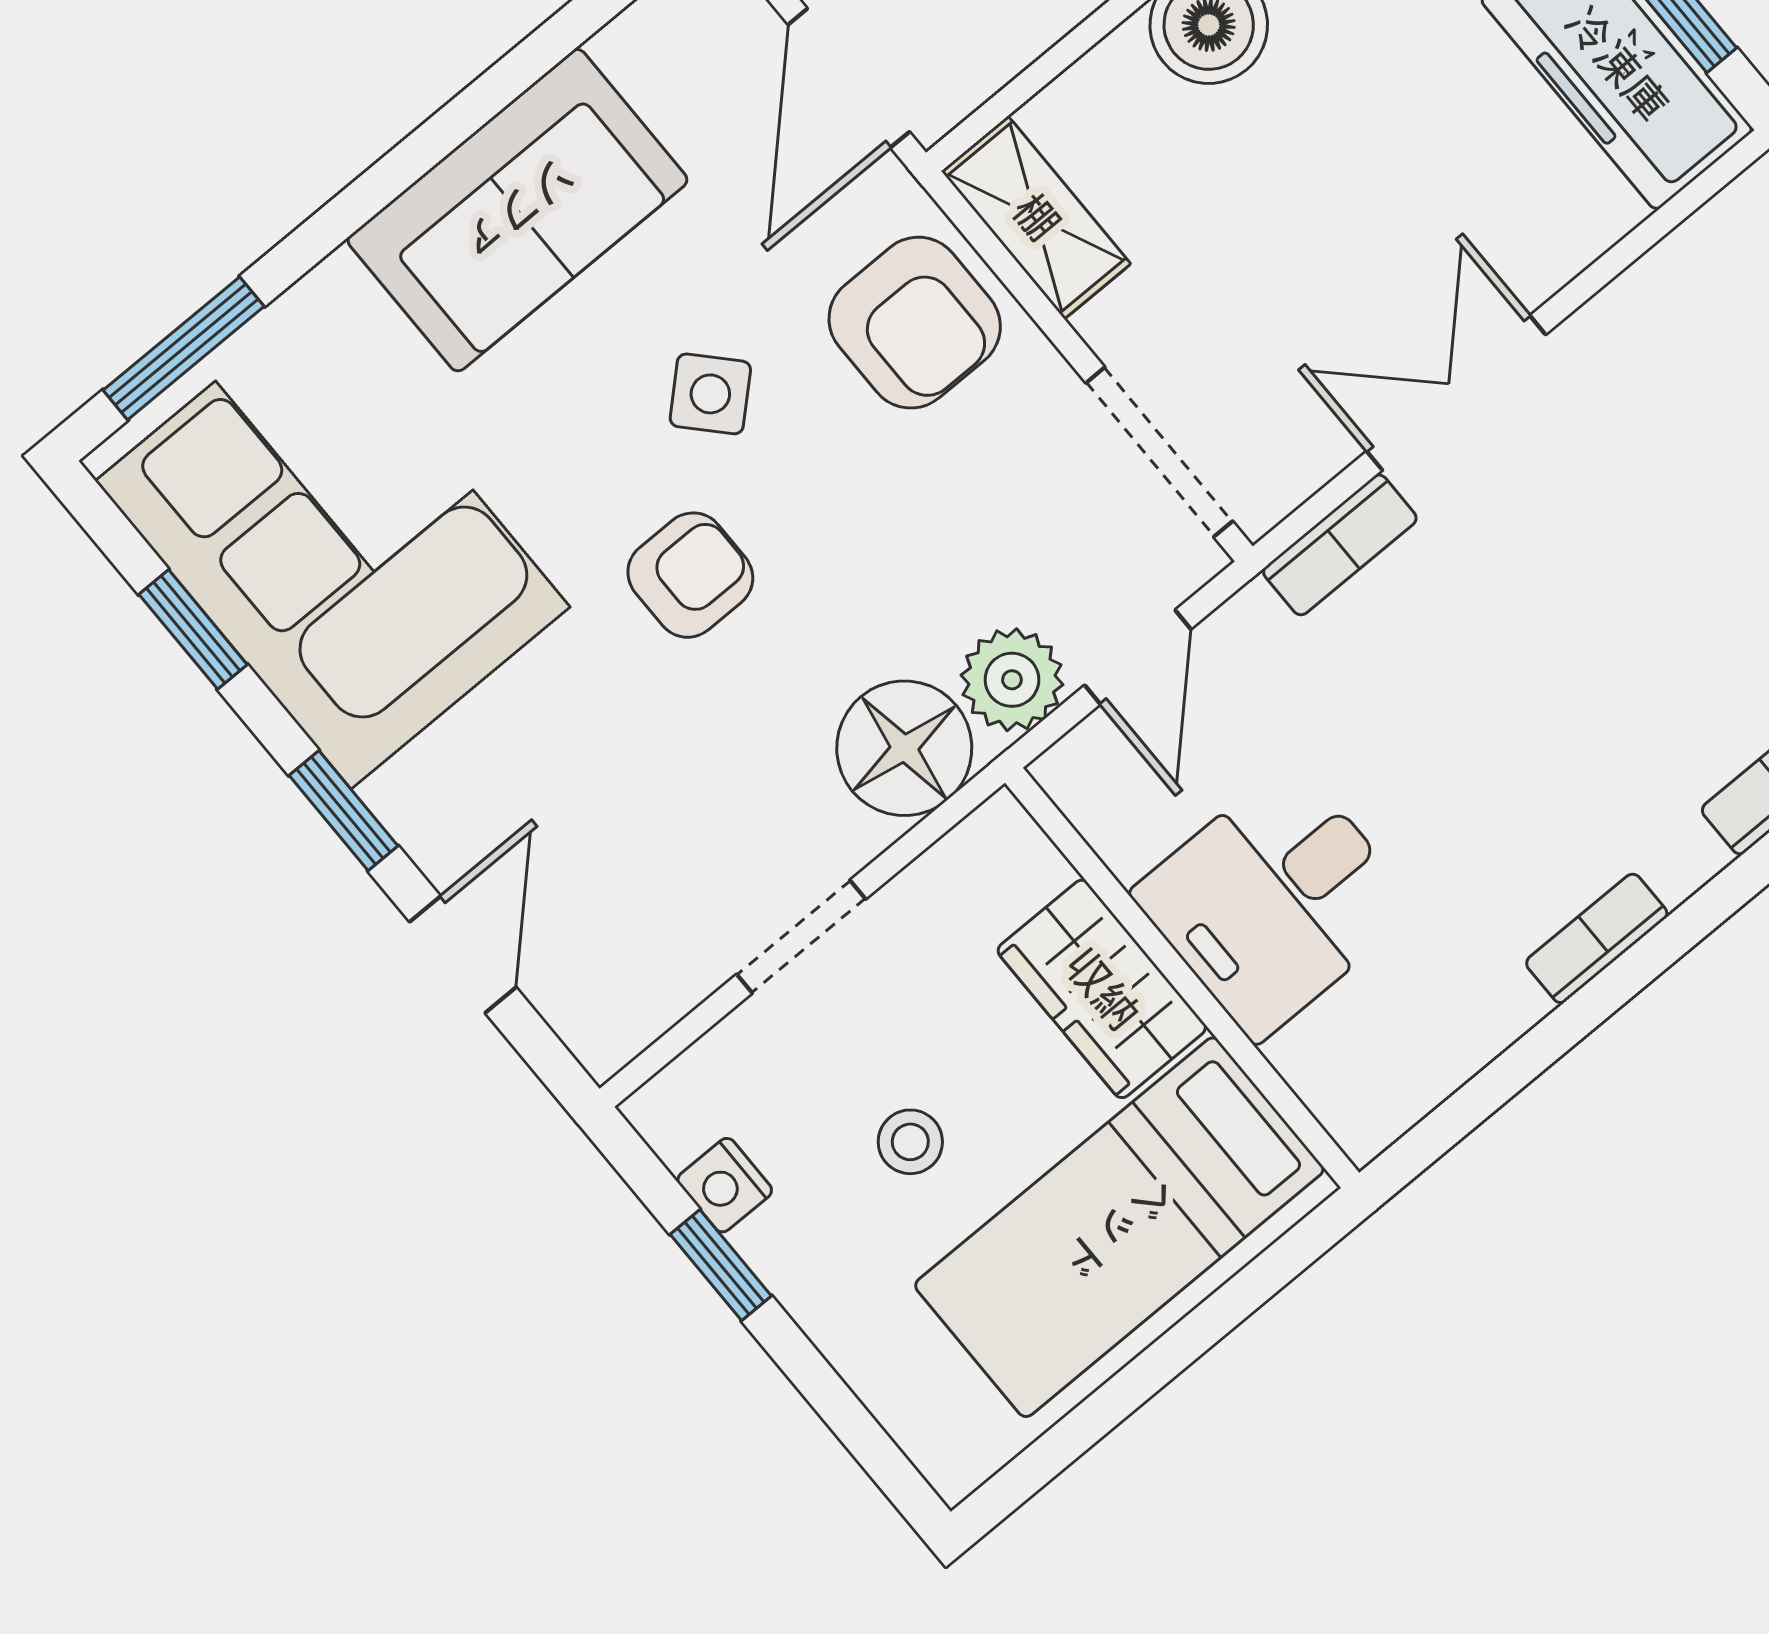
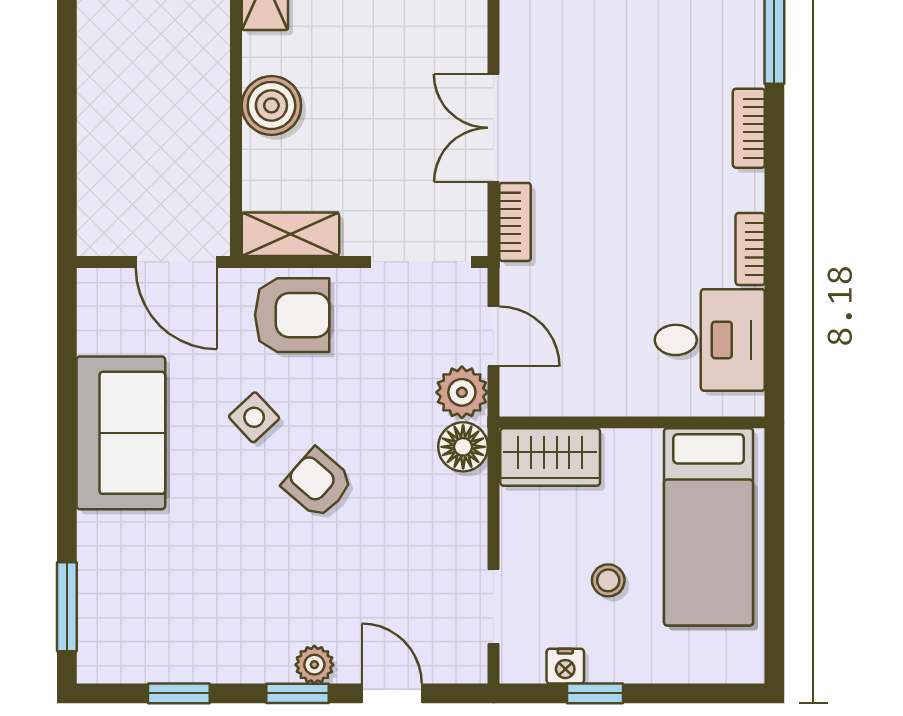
corner sofa: (333, 544) -> (191, 612), removed
armchair: (690, 575) -> (318, 483), turned -49
floor lamp: (904, 748) -> (463, 447), width x0.73, depth x0.73
plant: (409, 800) -> (314, 665), added
desk: (1275, 901) -> (710, 340), moved, turned -90
doorway: (801, 937) -> (494, 606), moved
wardrobe: (1102, 989) -> (550, 457), moved

